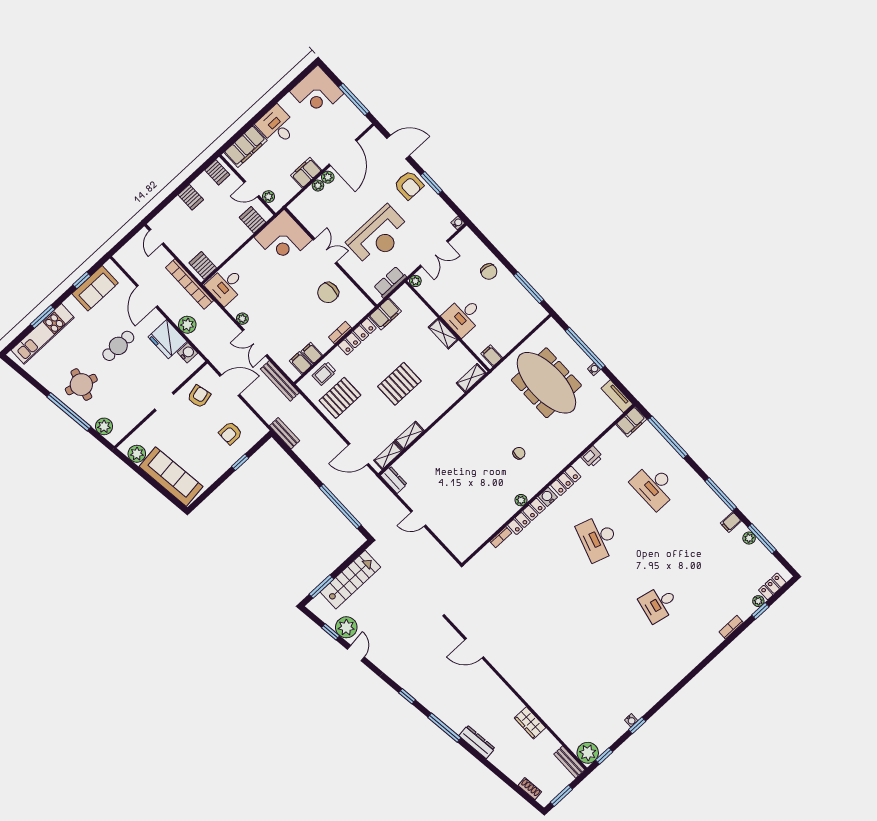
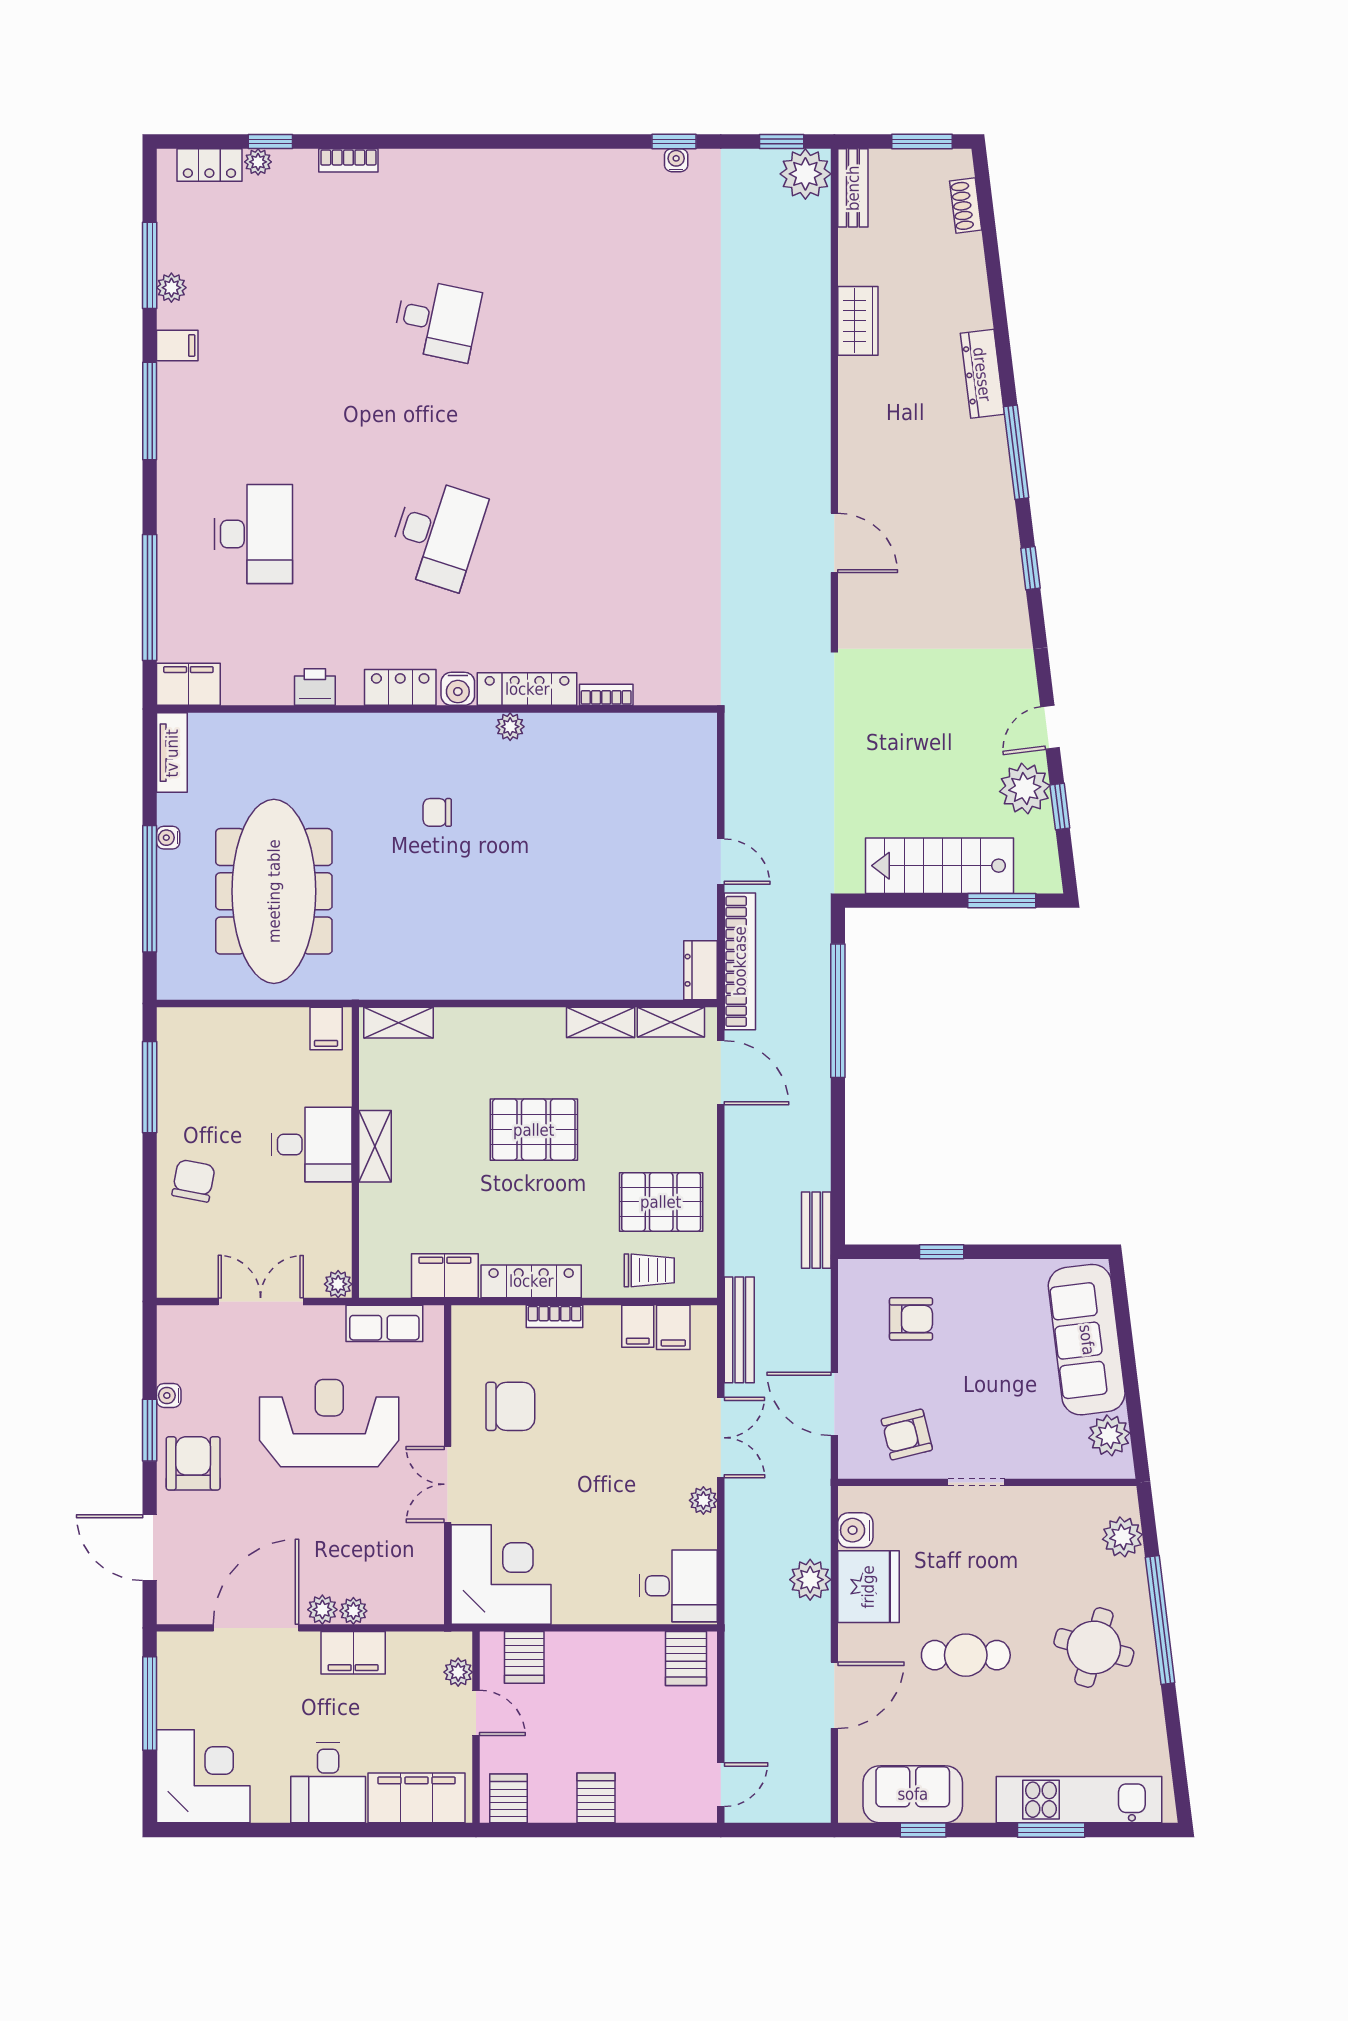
water cooler: (458, 223) -> (169, 1395), moved
bookcase: (189, 284) -> (740, 961), moved

